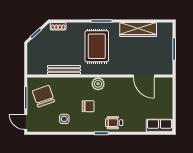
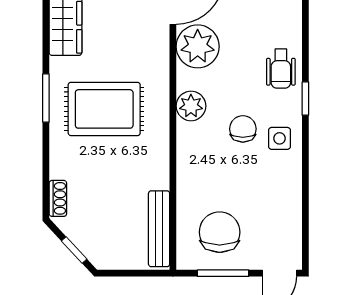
bench: (64, 70) -> (159, 229), moved
plant: (124, 87) -> (198, 46), added
chair: (43, 96) -> (220, 232), turned 109
side table: (64, 119) -> (279, 138), moved

